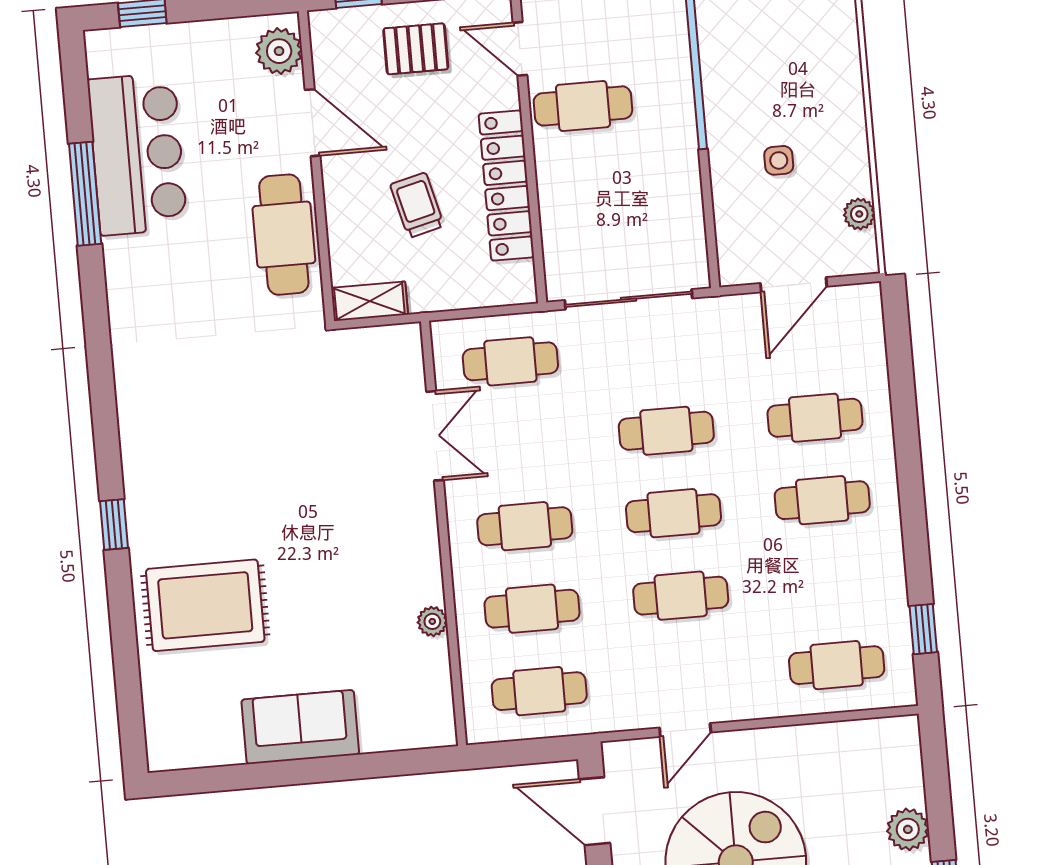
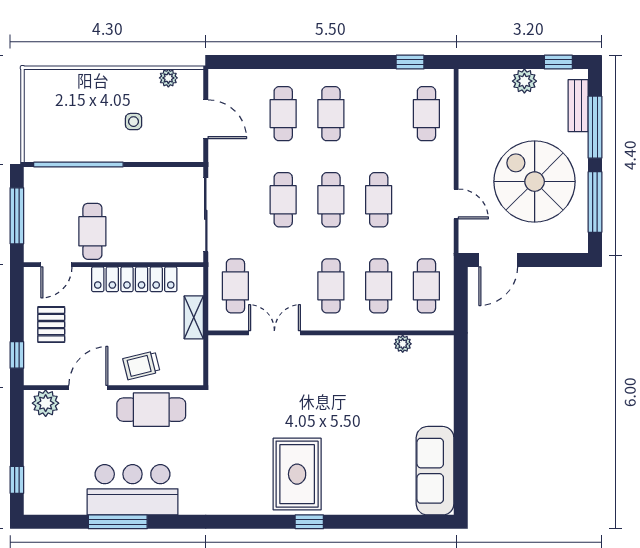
bar counter: (137, 154) -> (133, 490), moved
trolley: (417, 205) -> (141, 365), moved
shelving: (369, 301) -> (194, 317), moved
rug: (205, 605) -> (297, 474), moved
plant: (432, 621) -> (403, 344), moved
sofa: (300, 727) -> (435, 471), moved, width x1.36

